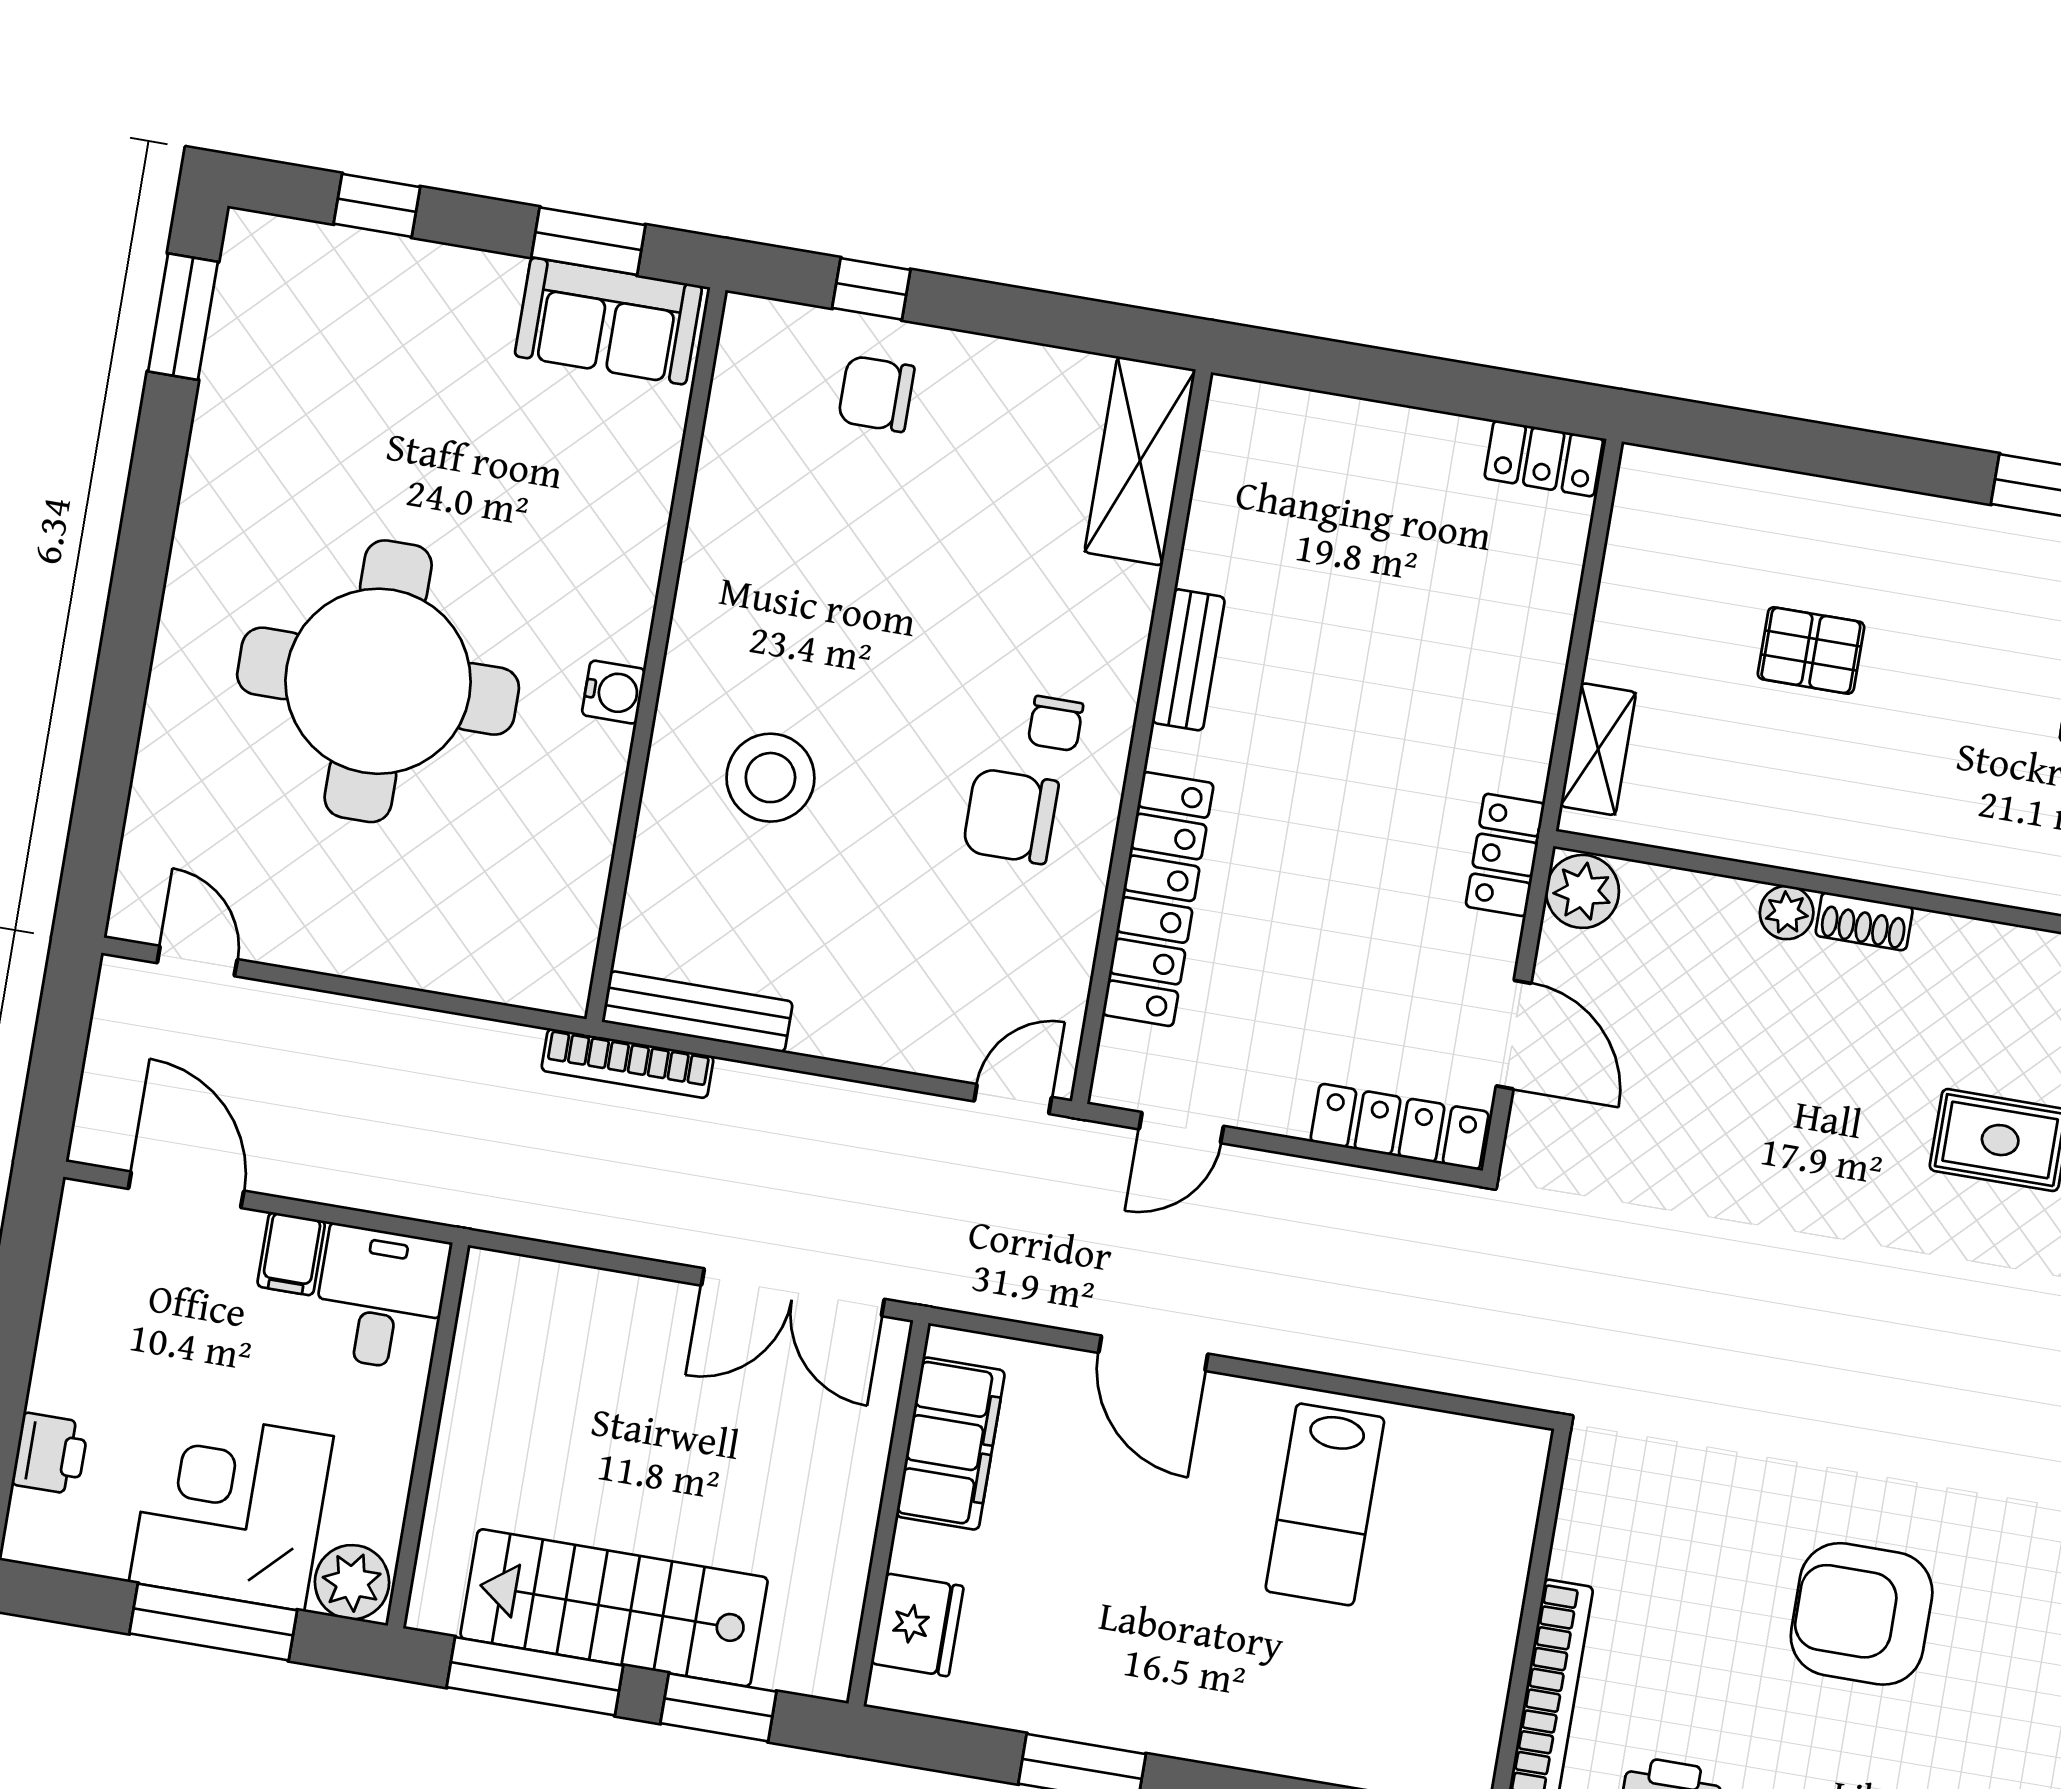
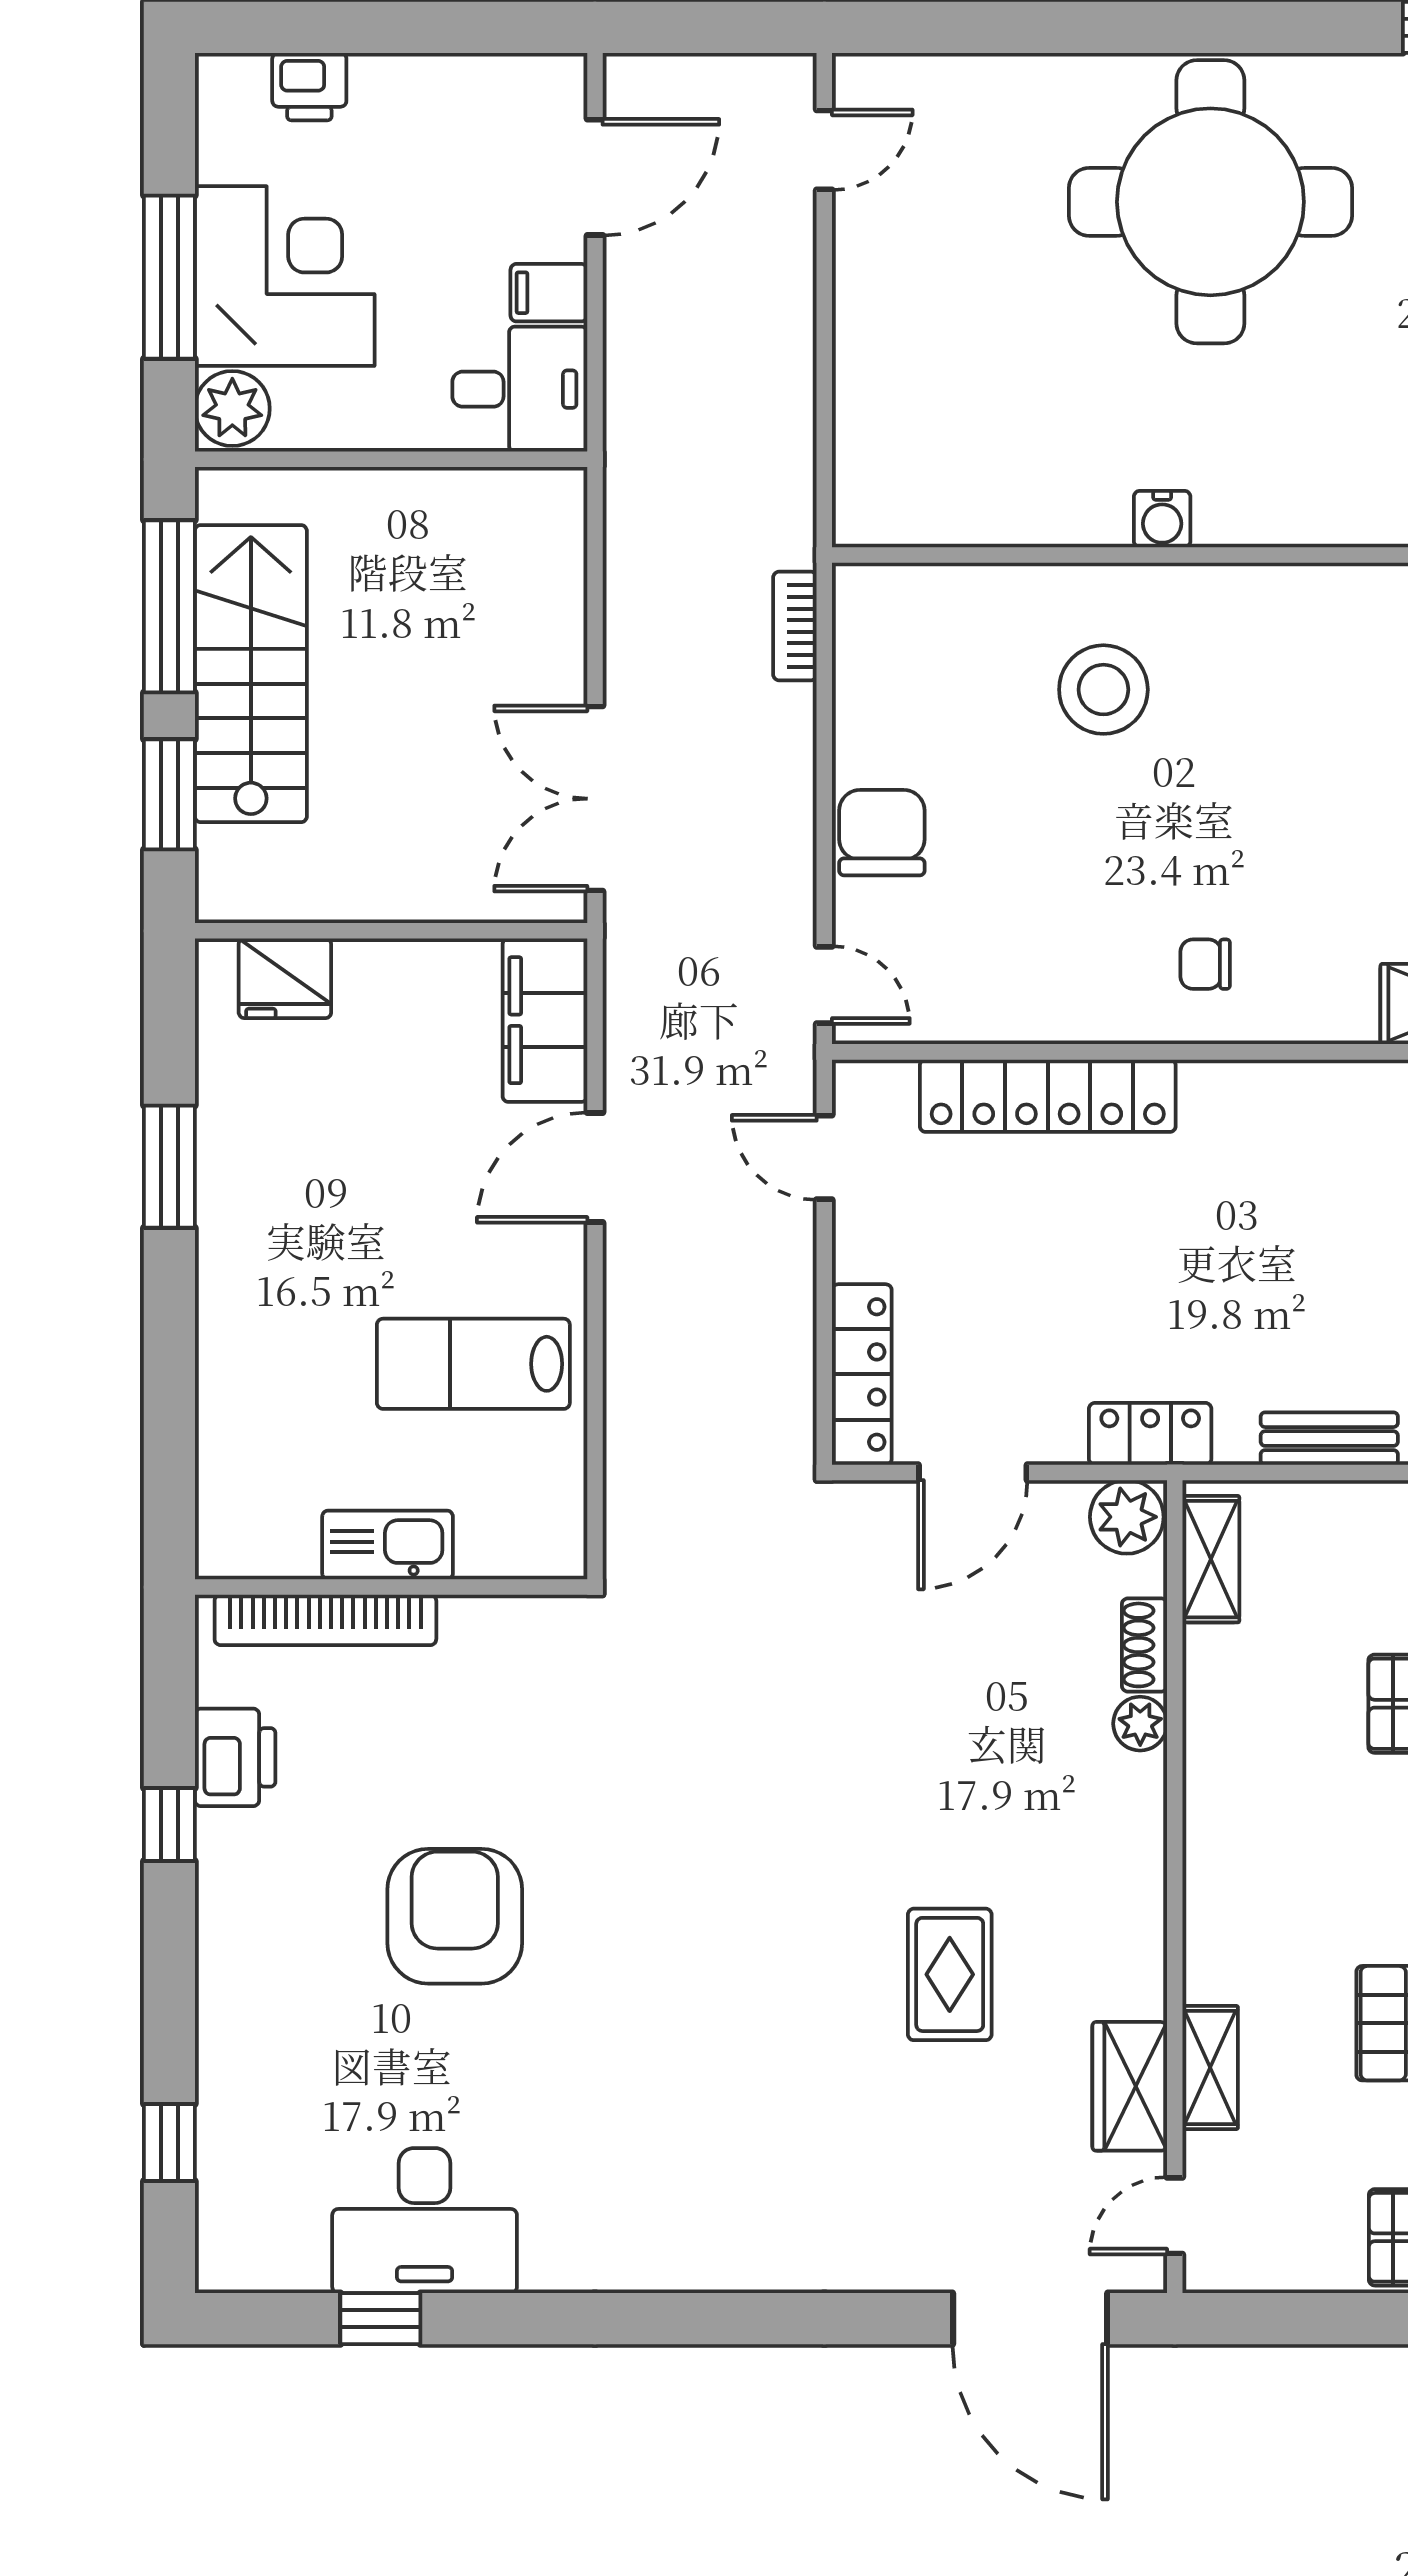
bench: (1188, 660) -> (1329, 1439), moved
round table: (378, 681) -> (1210, 202), moved
shelving: (1598, 749) -> (1211, 1559), moved, turned 90
chair: (1011, 816) -> (882, 833), moved
shoe rack: (1864, 921) -> (1144, 1645), moved
bench: (697, 1012) -> (858, 656), removed
bookcase: (628, 1063) -> (795, 626), width x0.64
filing cabinet: (950, 1444) -> (545, 1020), moved, turned 90
kitchen sink: (1488, 1618) -> (388, 1545), added

